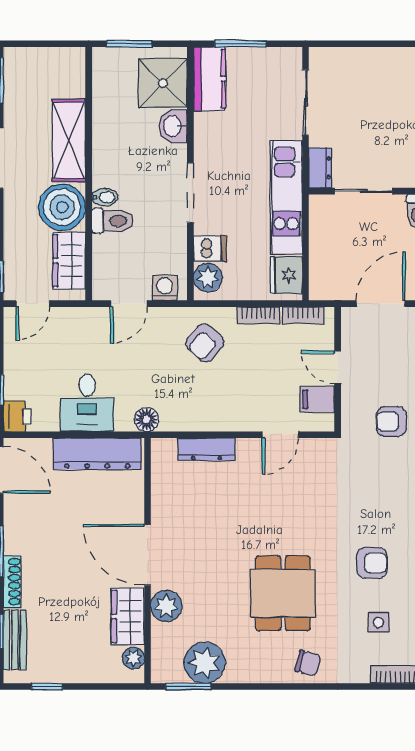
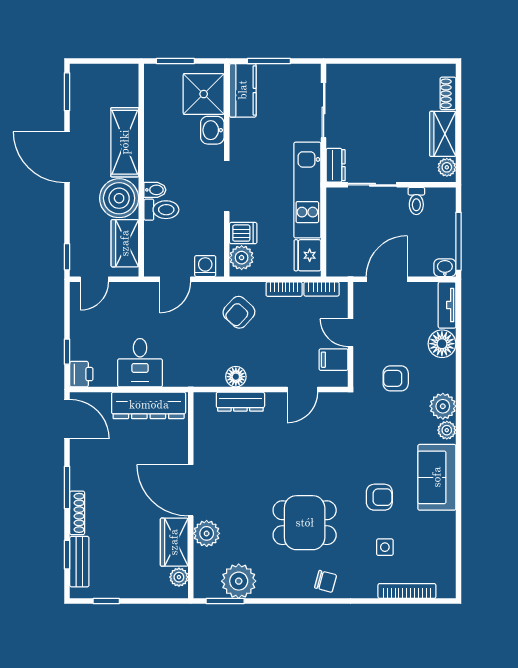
floor lamp: (147, 419) -> (236, 377), moved
dining table: (283, 593) -> (305, 523), turned 90

